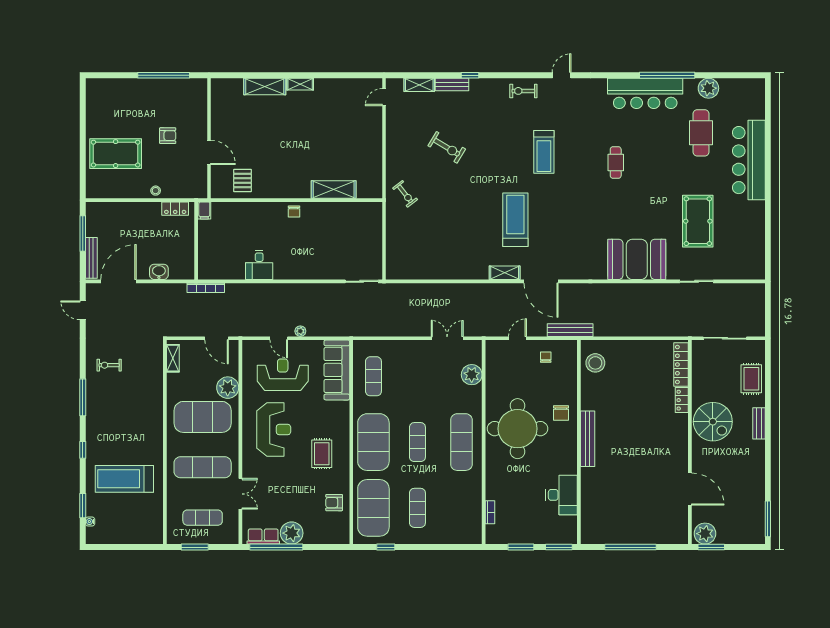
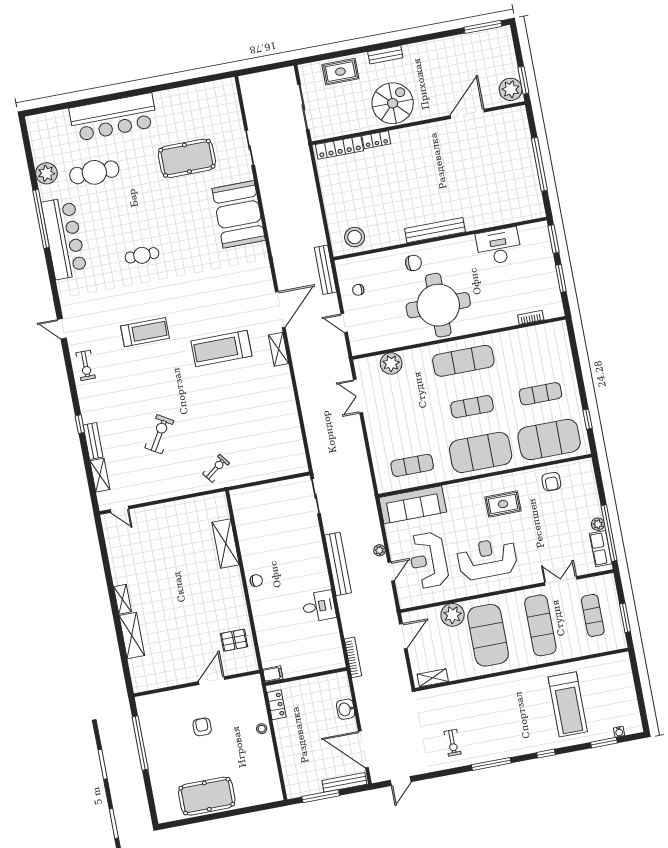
pool table: (116, 154) -> (207, 796), moved, turned 90
bench: (295, 290) -> (338, 564), added
plant: (292, 533) -> (598, 524), width x0.53, depth x0.53

